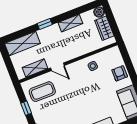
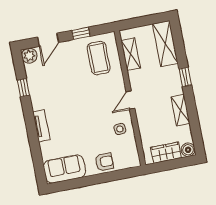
door: (57, 67) -> (130, 100), moved

